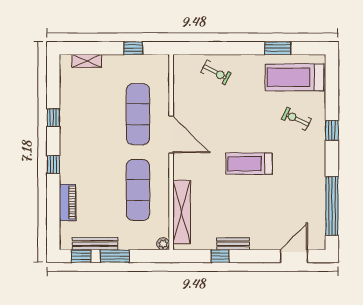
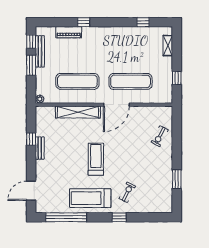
treadmill: (294, 77) -> (90, 198), moved, turned -90
window: (53, 118) -> (143, 22), moved
window: (53, 164) -> (84, 22), moved
shelving: (182, 212) -> (78, 112), moved
door: (294, 256) -> (31, 191), swing flipped

